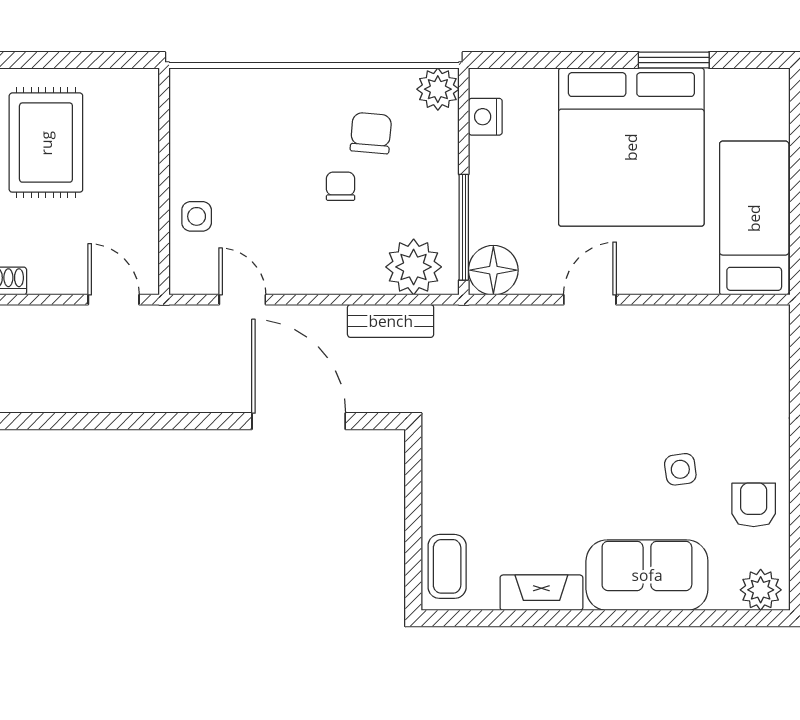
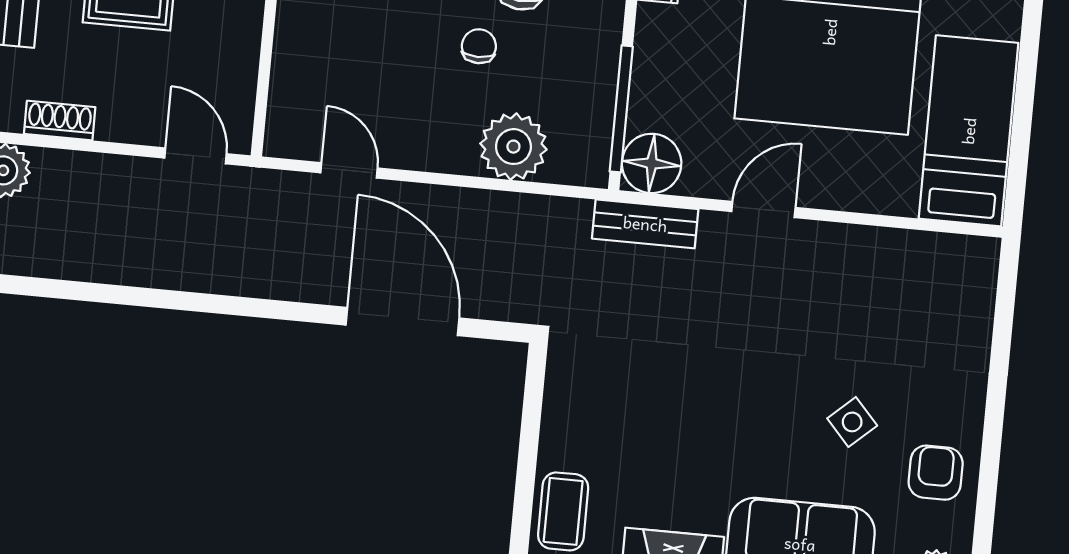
side table: (197, 216) -> (304, 66), removed
plant: (414, 267) -> (513, 147), moved
bench: (391, 321) -> (645, 224), moved
side table: (680, 469) -> (852, 422), turned -34

